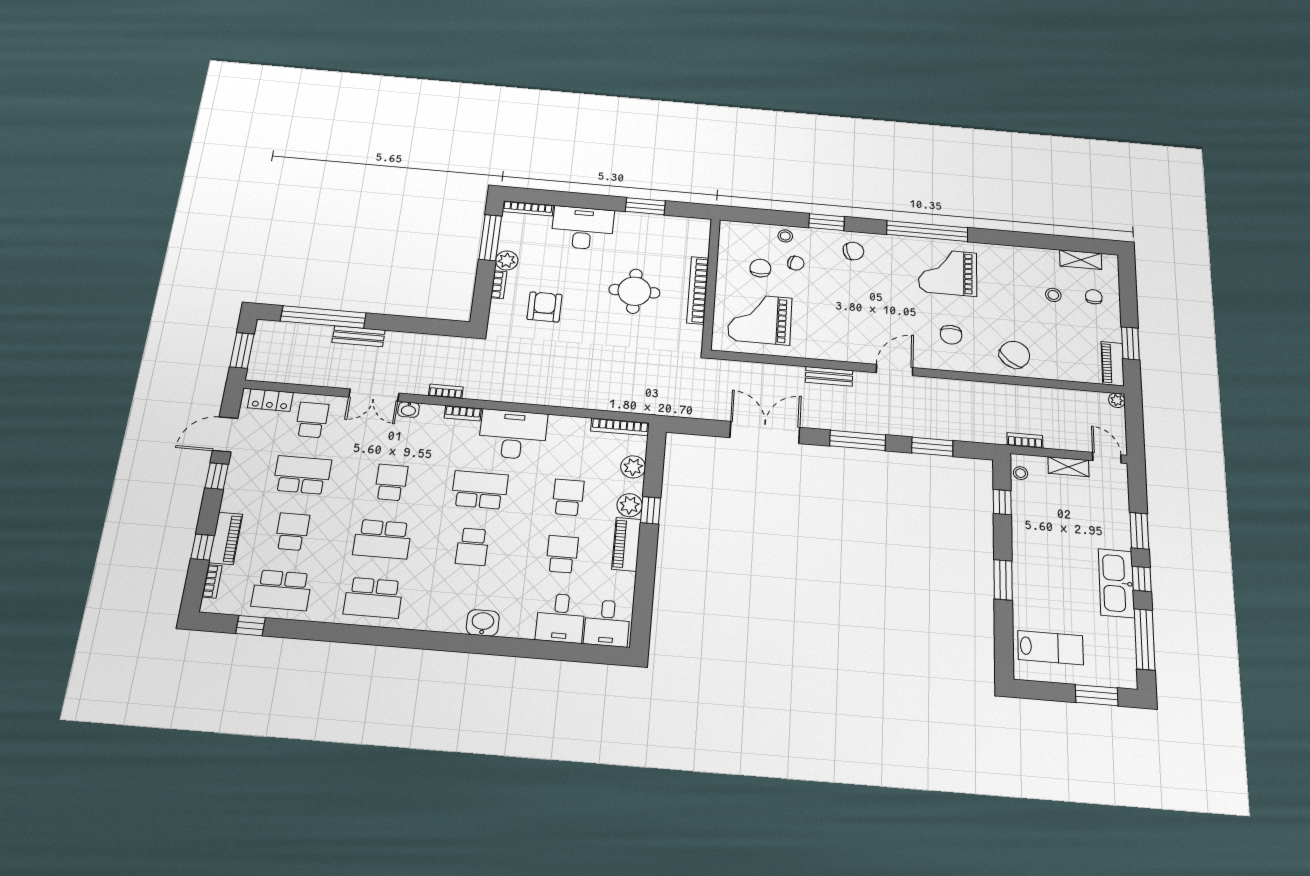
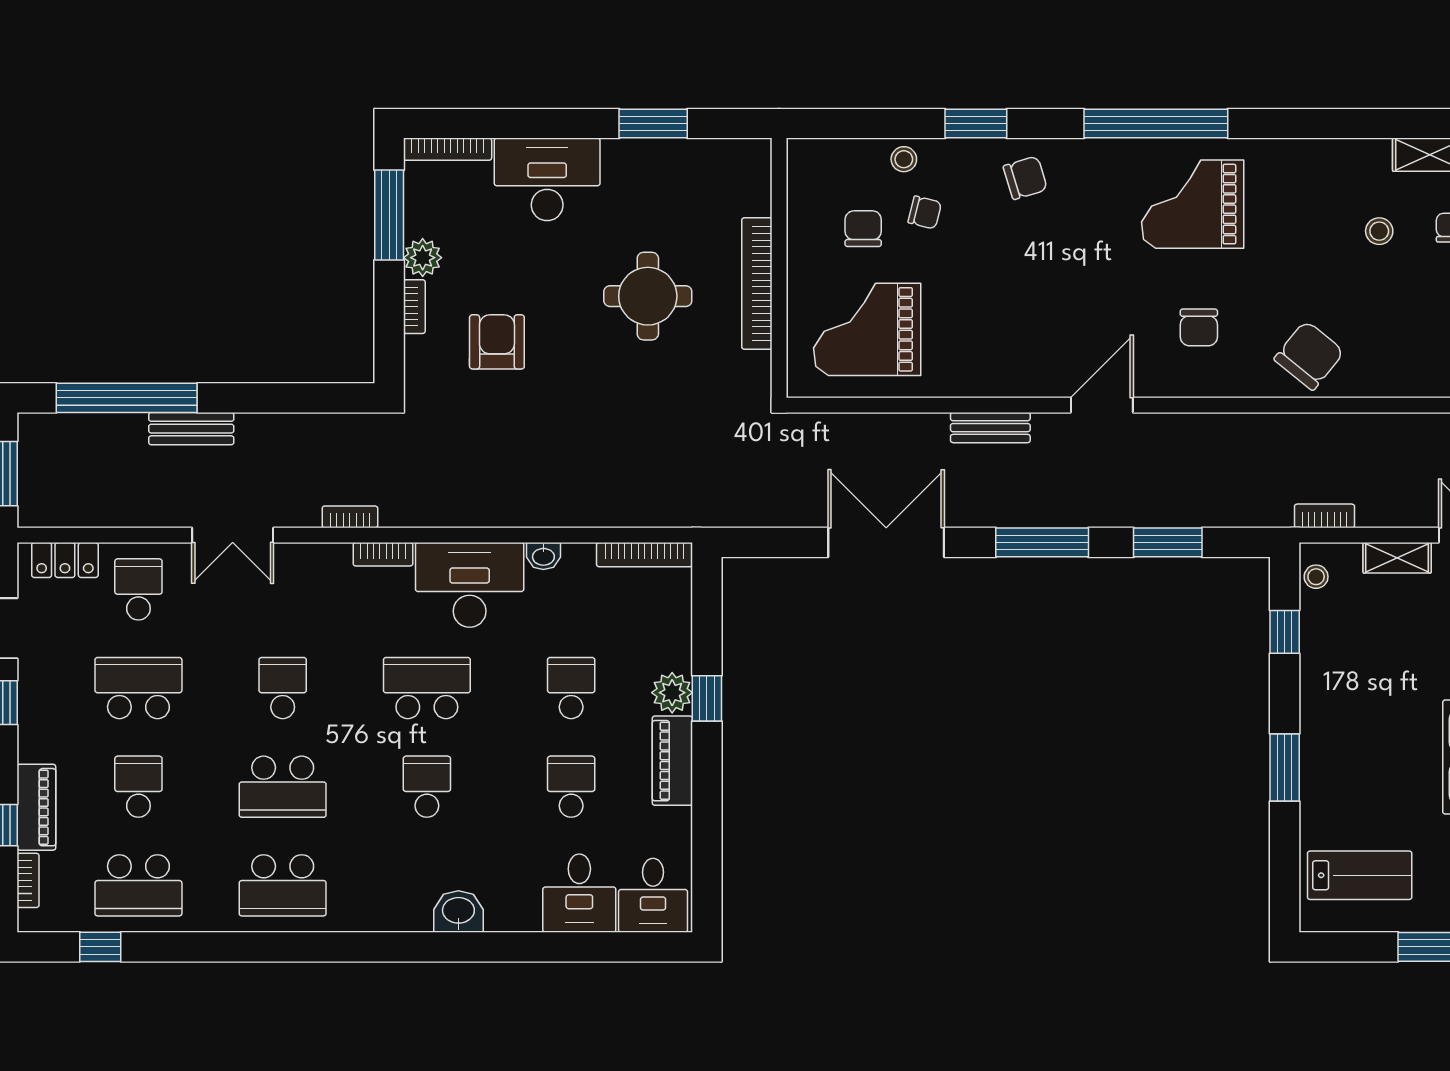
washbasin: (409, 410) -> (543, 556), moved
plant: (633, 467) -> (672, 625), removed
school desk: (472, 547) -> (427, 787), turned 180

